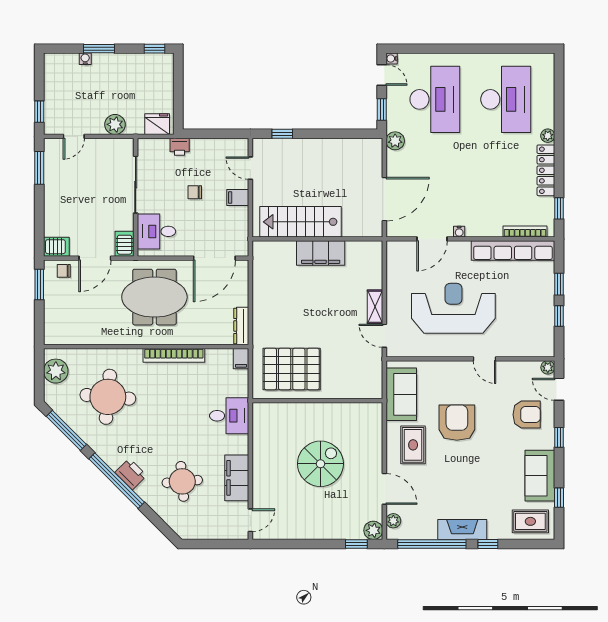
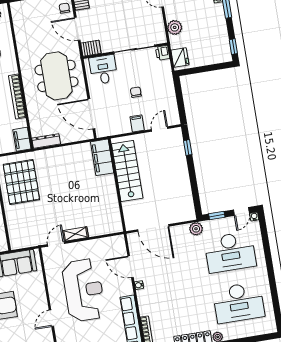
printer: (180, 147) -> (163, 53), moved
filing cabinet: (321, 253) -> (102, 157), moved
filing cabinet: (241, 359) -> (22, 139), width x2.00

